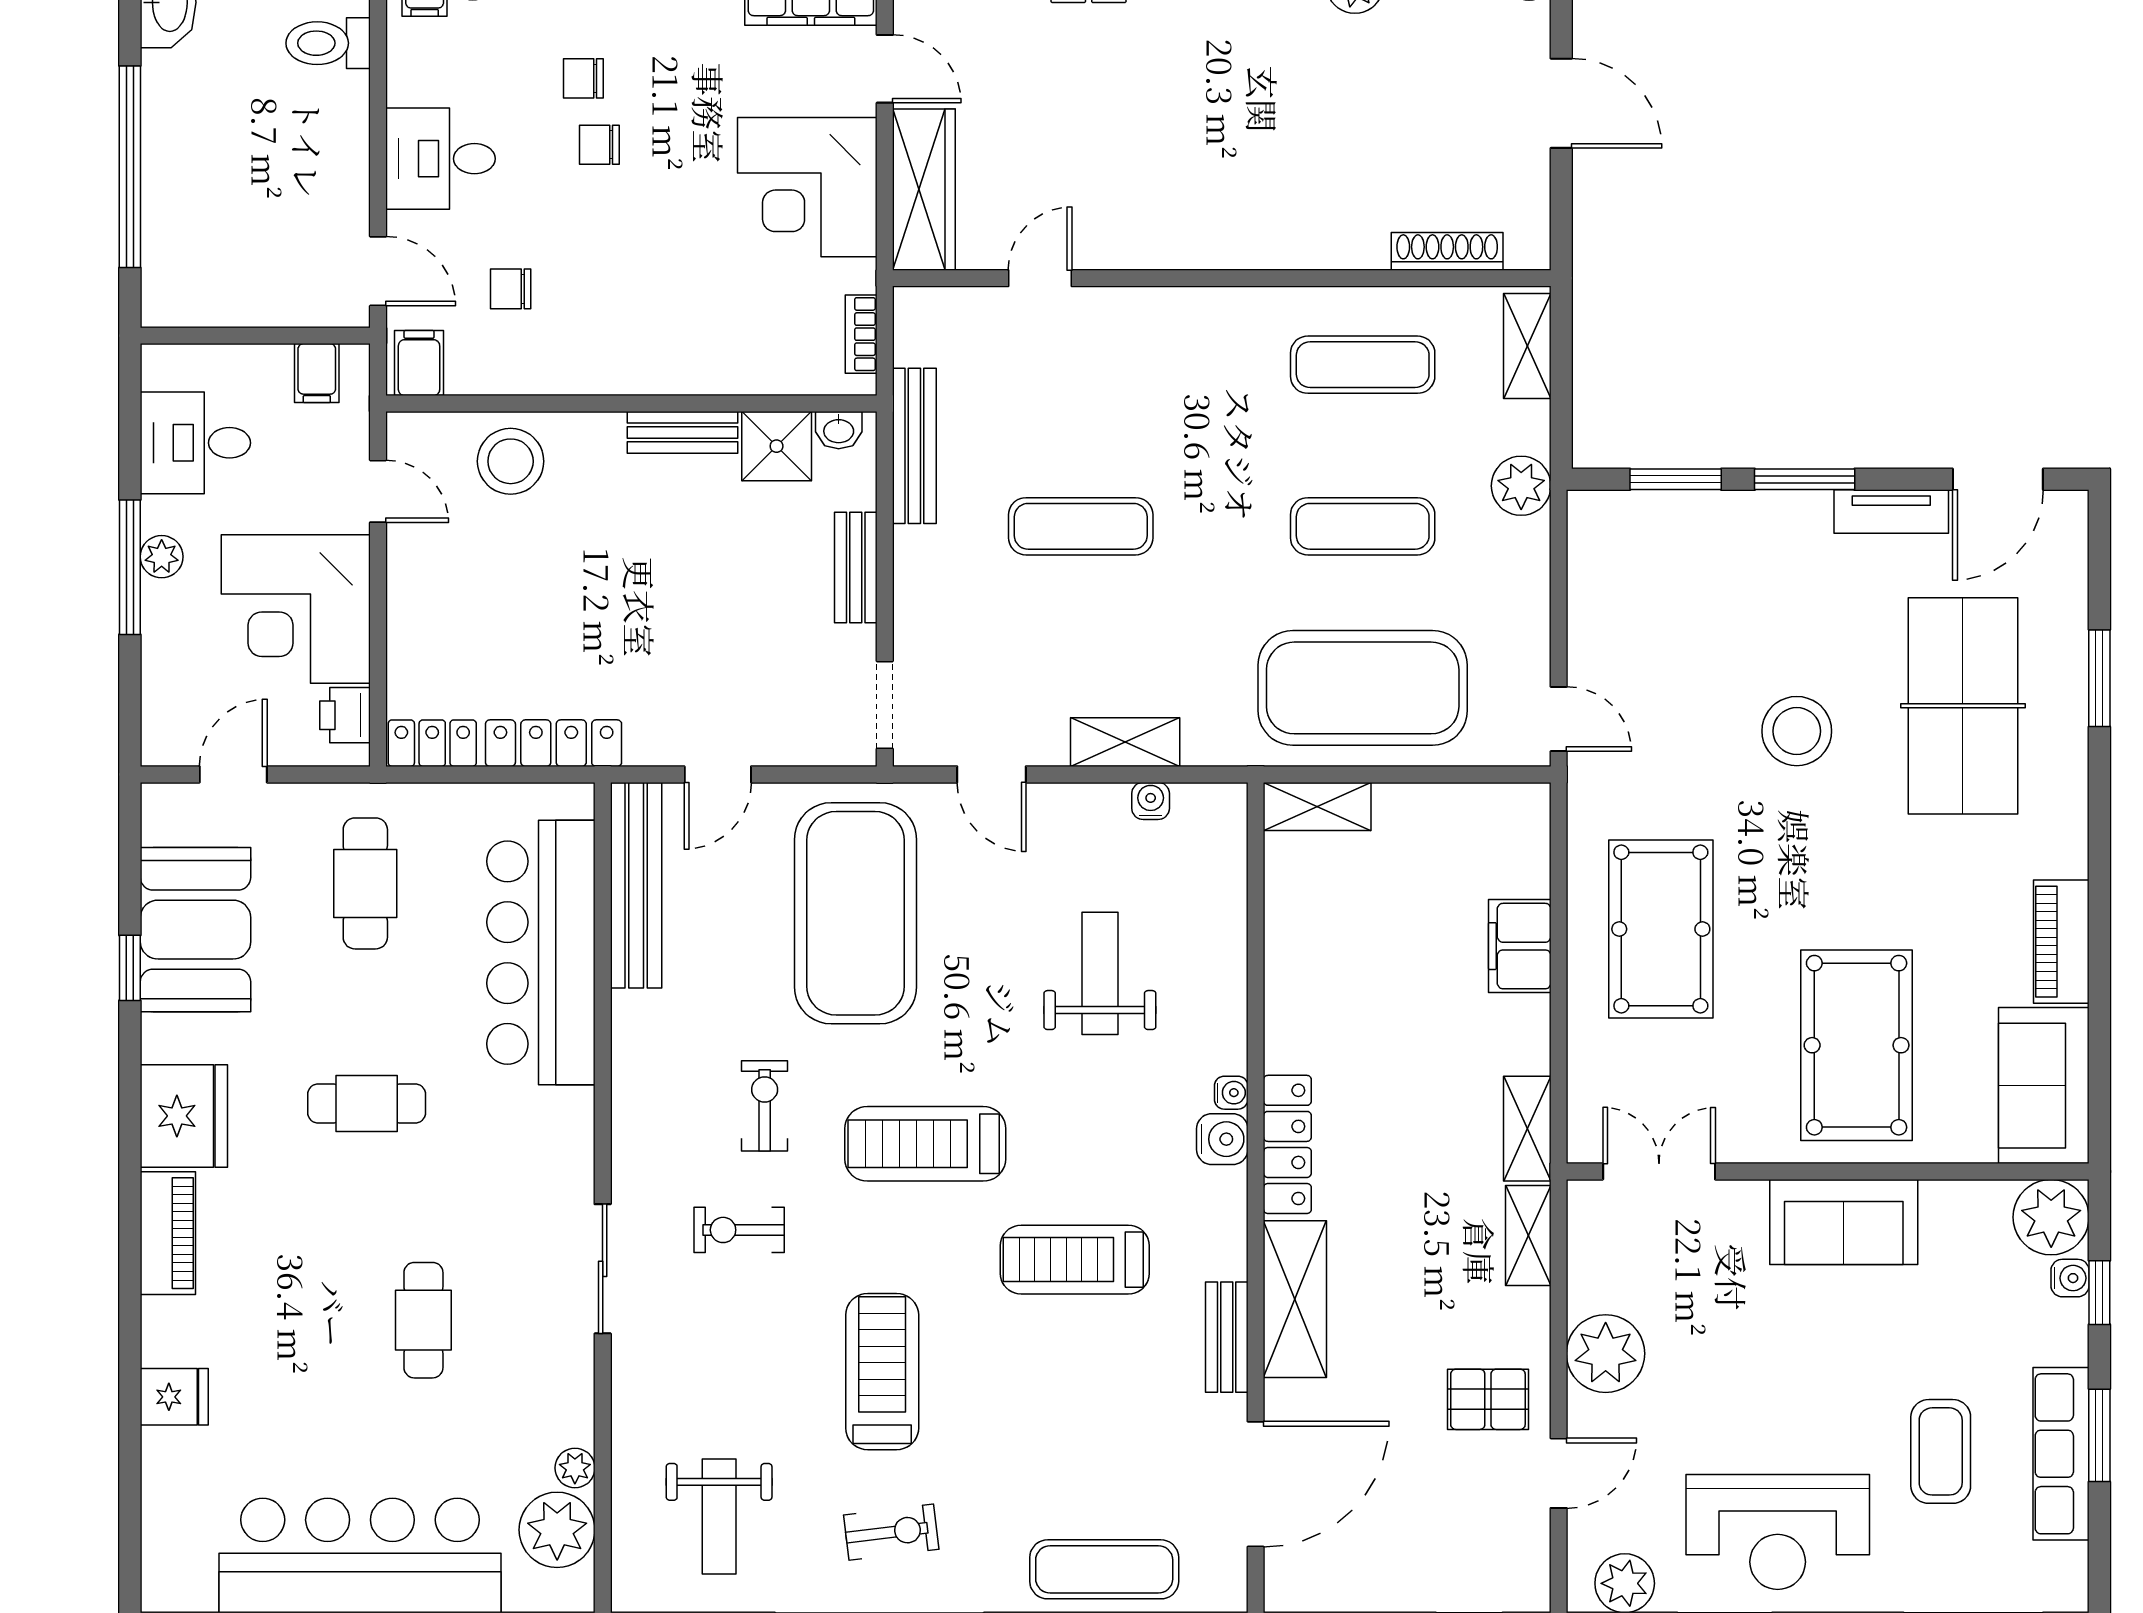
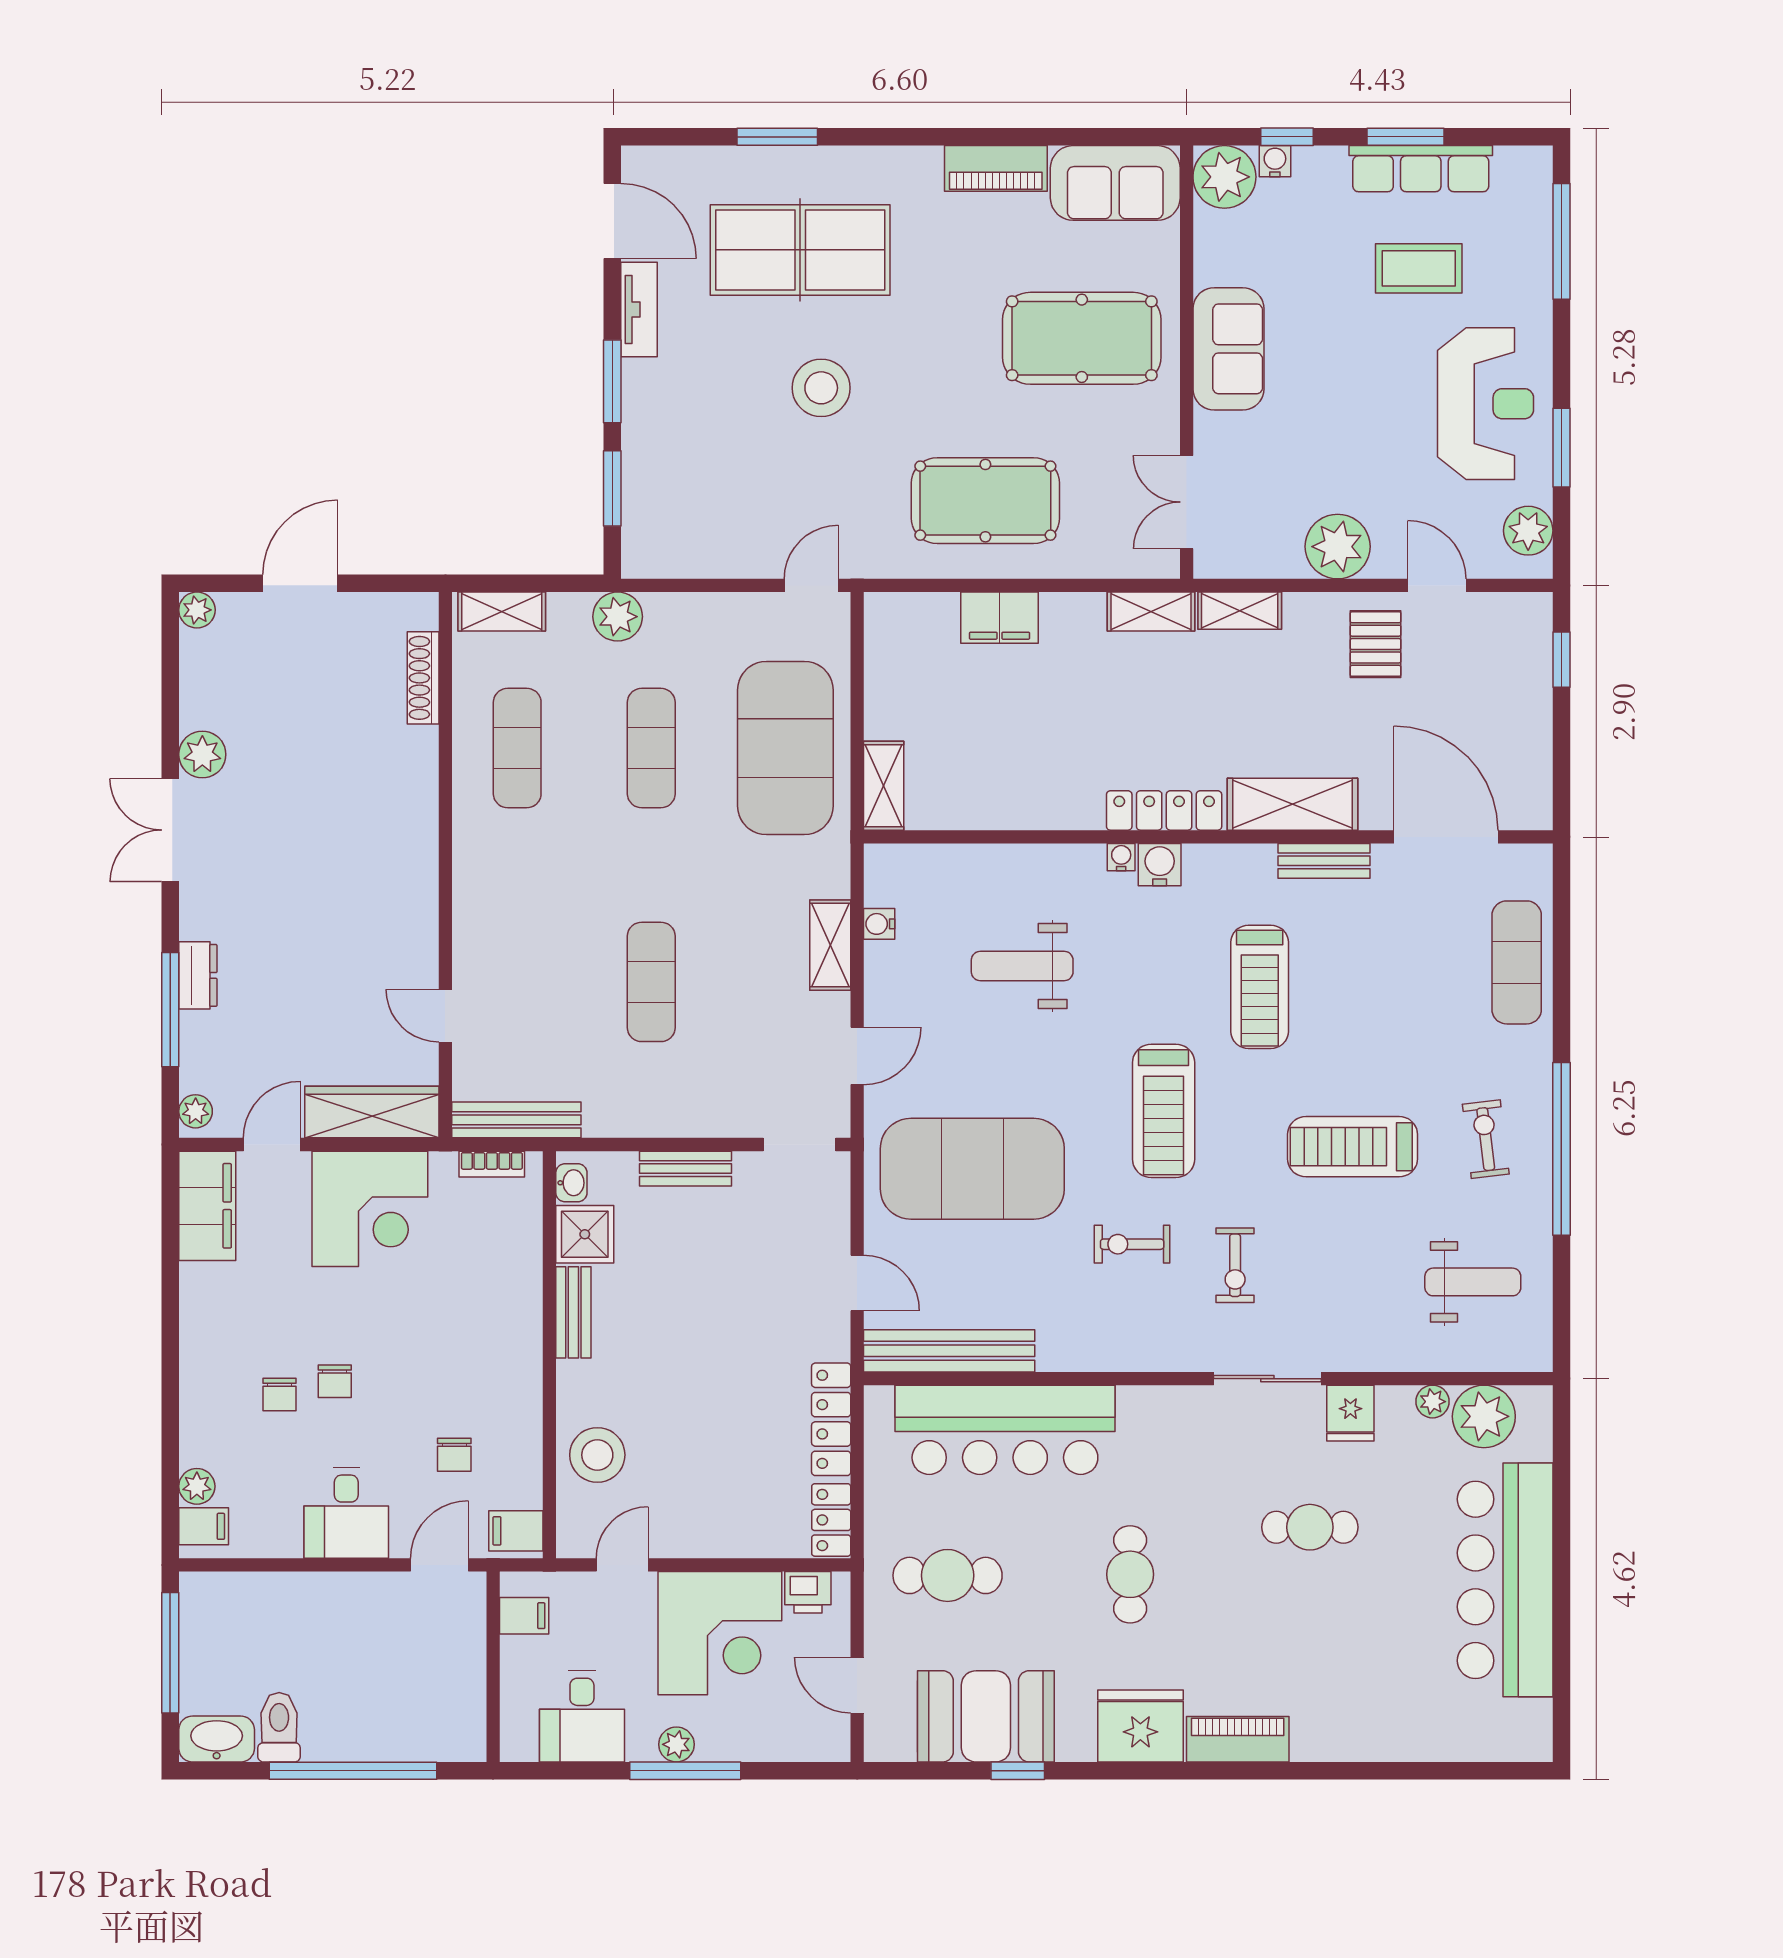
toilet: (328, 43) -> (279, 1727), moved, turned 180
bench: (914, 446) -> (516, 1120), moved
fridge: (174, 1397) -> (1350, 1413), moved, turned 180

